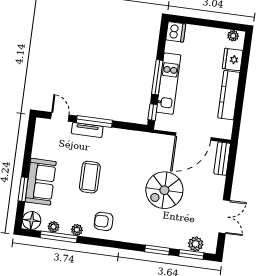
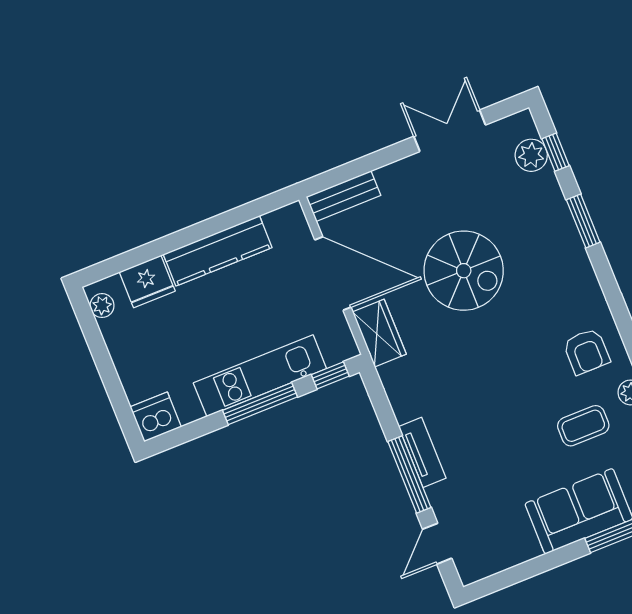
tv unit: (87, 130) -> (422, 452), moved
wardrobe: (158, 142) -> (379, 333), added
coffee table: (90, 177) -> (583, 426), moved, width x0.73, depth x0.77
window: (191, 254) -> (556, 152), width x0.67

